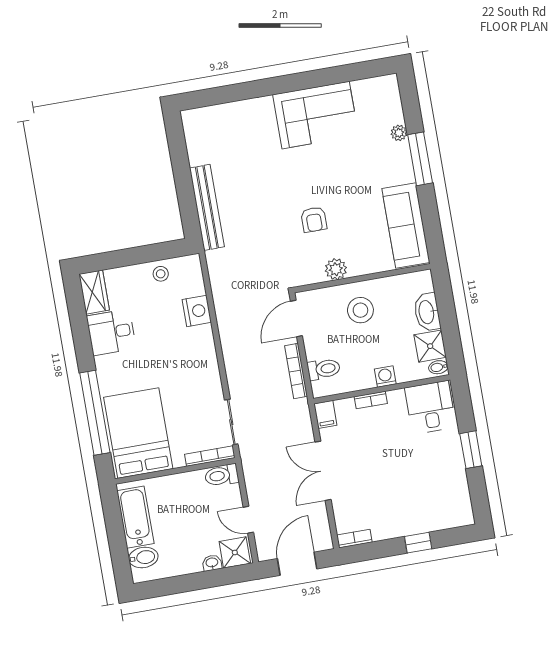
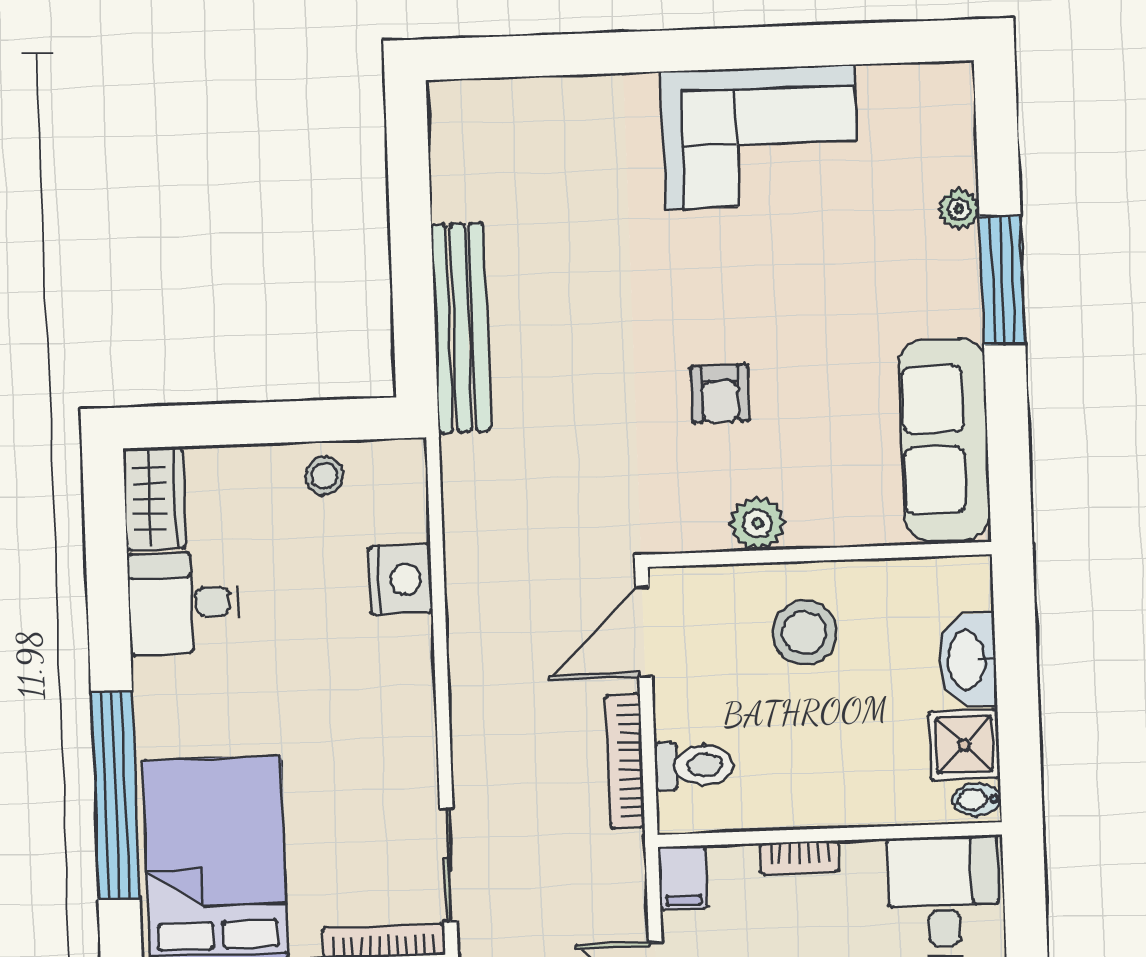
washing machine: (385, 376) -> (843, 805), removed

